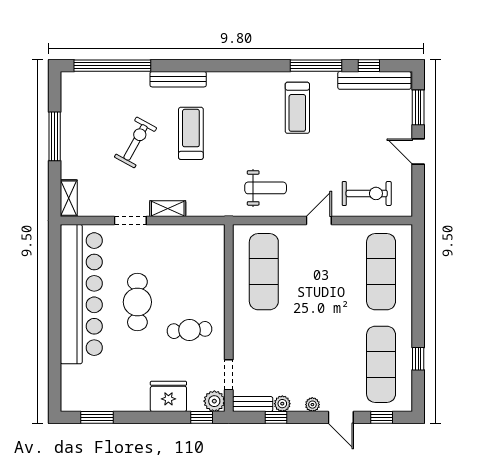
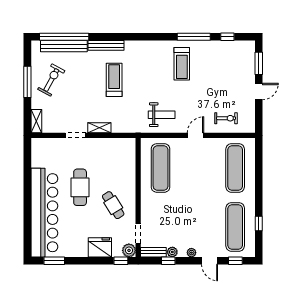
bench: (374, 80) -> (64, 46), moved
exercise bike: (136, 142) -> (51, 80), moved
door: (418, 152) -> (259, 92), swing flipped
exercise bike: (367, 193) -> (226, 118), width x0.73, depth x0.72
bar counter: (81, 294) -> (44, 213), moved
cafe table: (189, 330) -> (113, 205), turned 62

